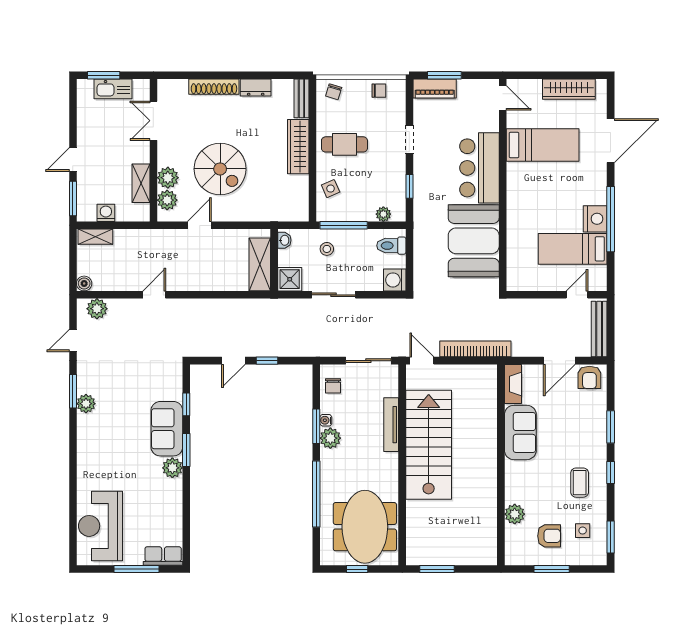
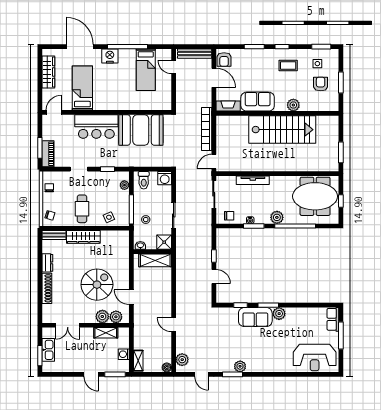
nightstand: (595, 219) -> (110, 56), moved
armchair: (589, 377) -> (224, 59), turned 90
plant: (330, 438) -> (277, 217), moved
stairs: (429, 445) -> (282, 130), moved, turned 180
plant: (515, 514) -> (293, 105), moved

